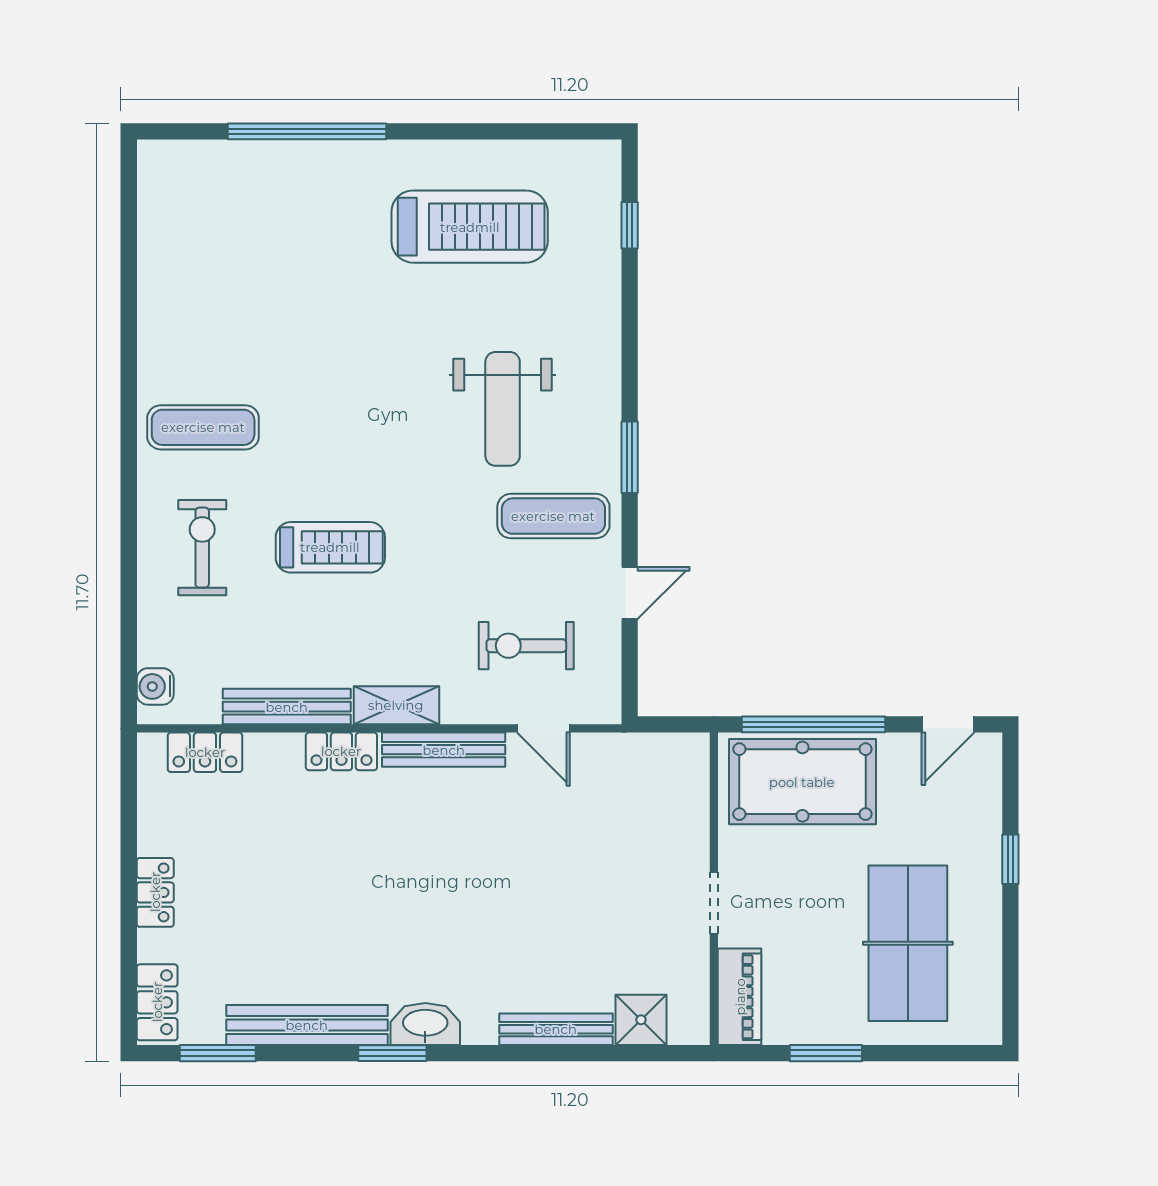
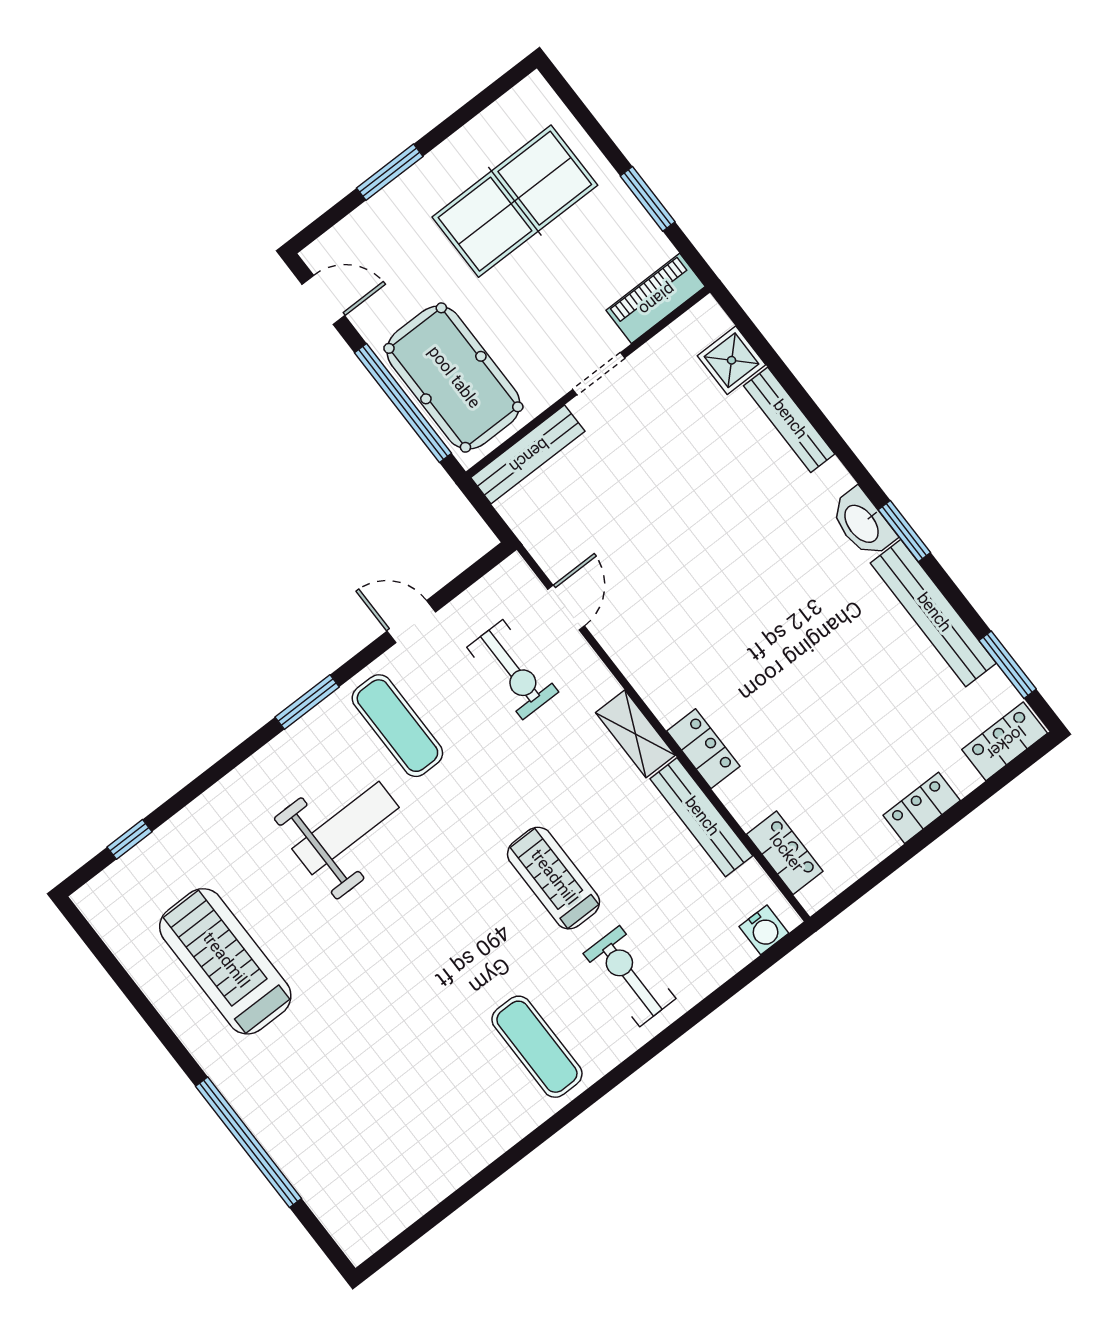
exercise bike: (202, 548) -> (630, 976), turned 90
bench: (444, 750) -> (528, 454), moved, turned 90
window: (1010, 859) -> (390, 172), width x1.50

